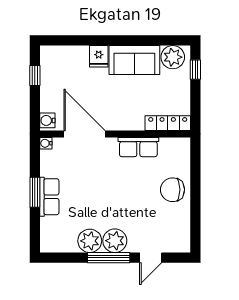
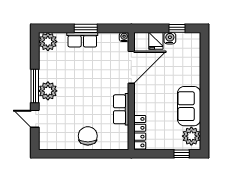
fridge: (99, 56) -> (156, 41), moved, turned -90
water cooler: (47, 120) -> (170, 38), moved
plant: (90, 241) -> (48, 42), moved

